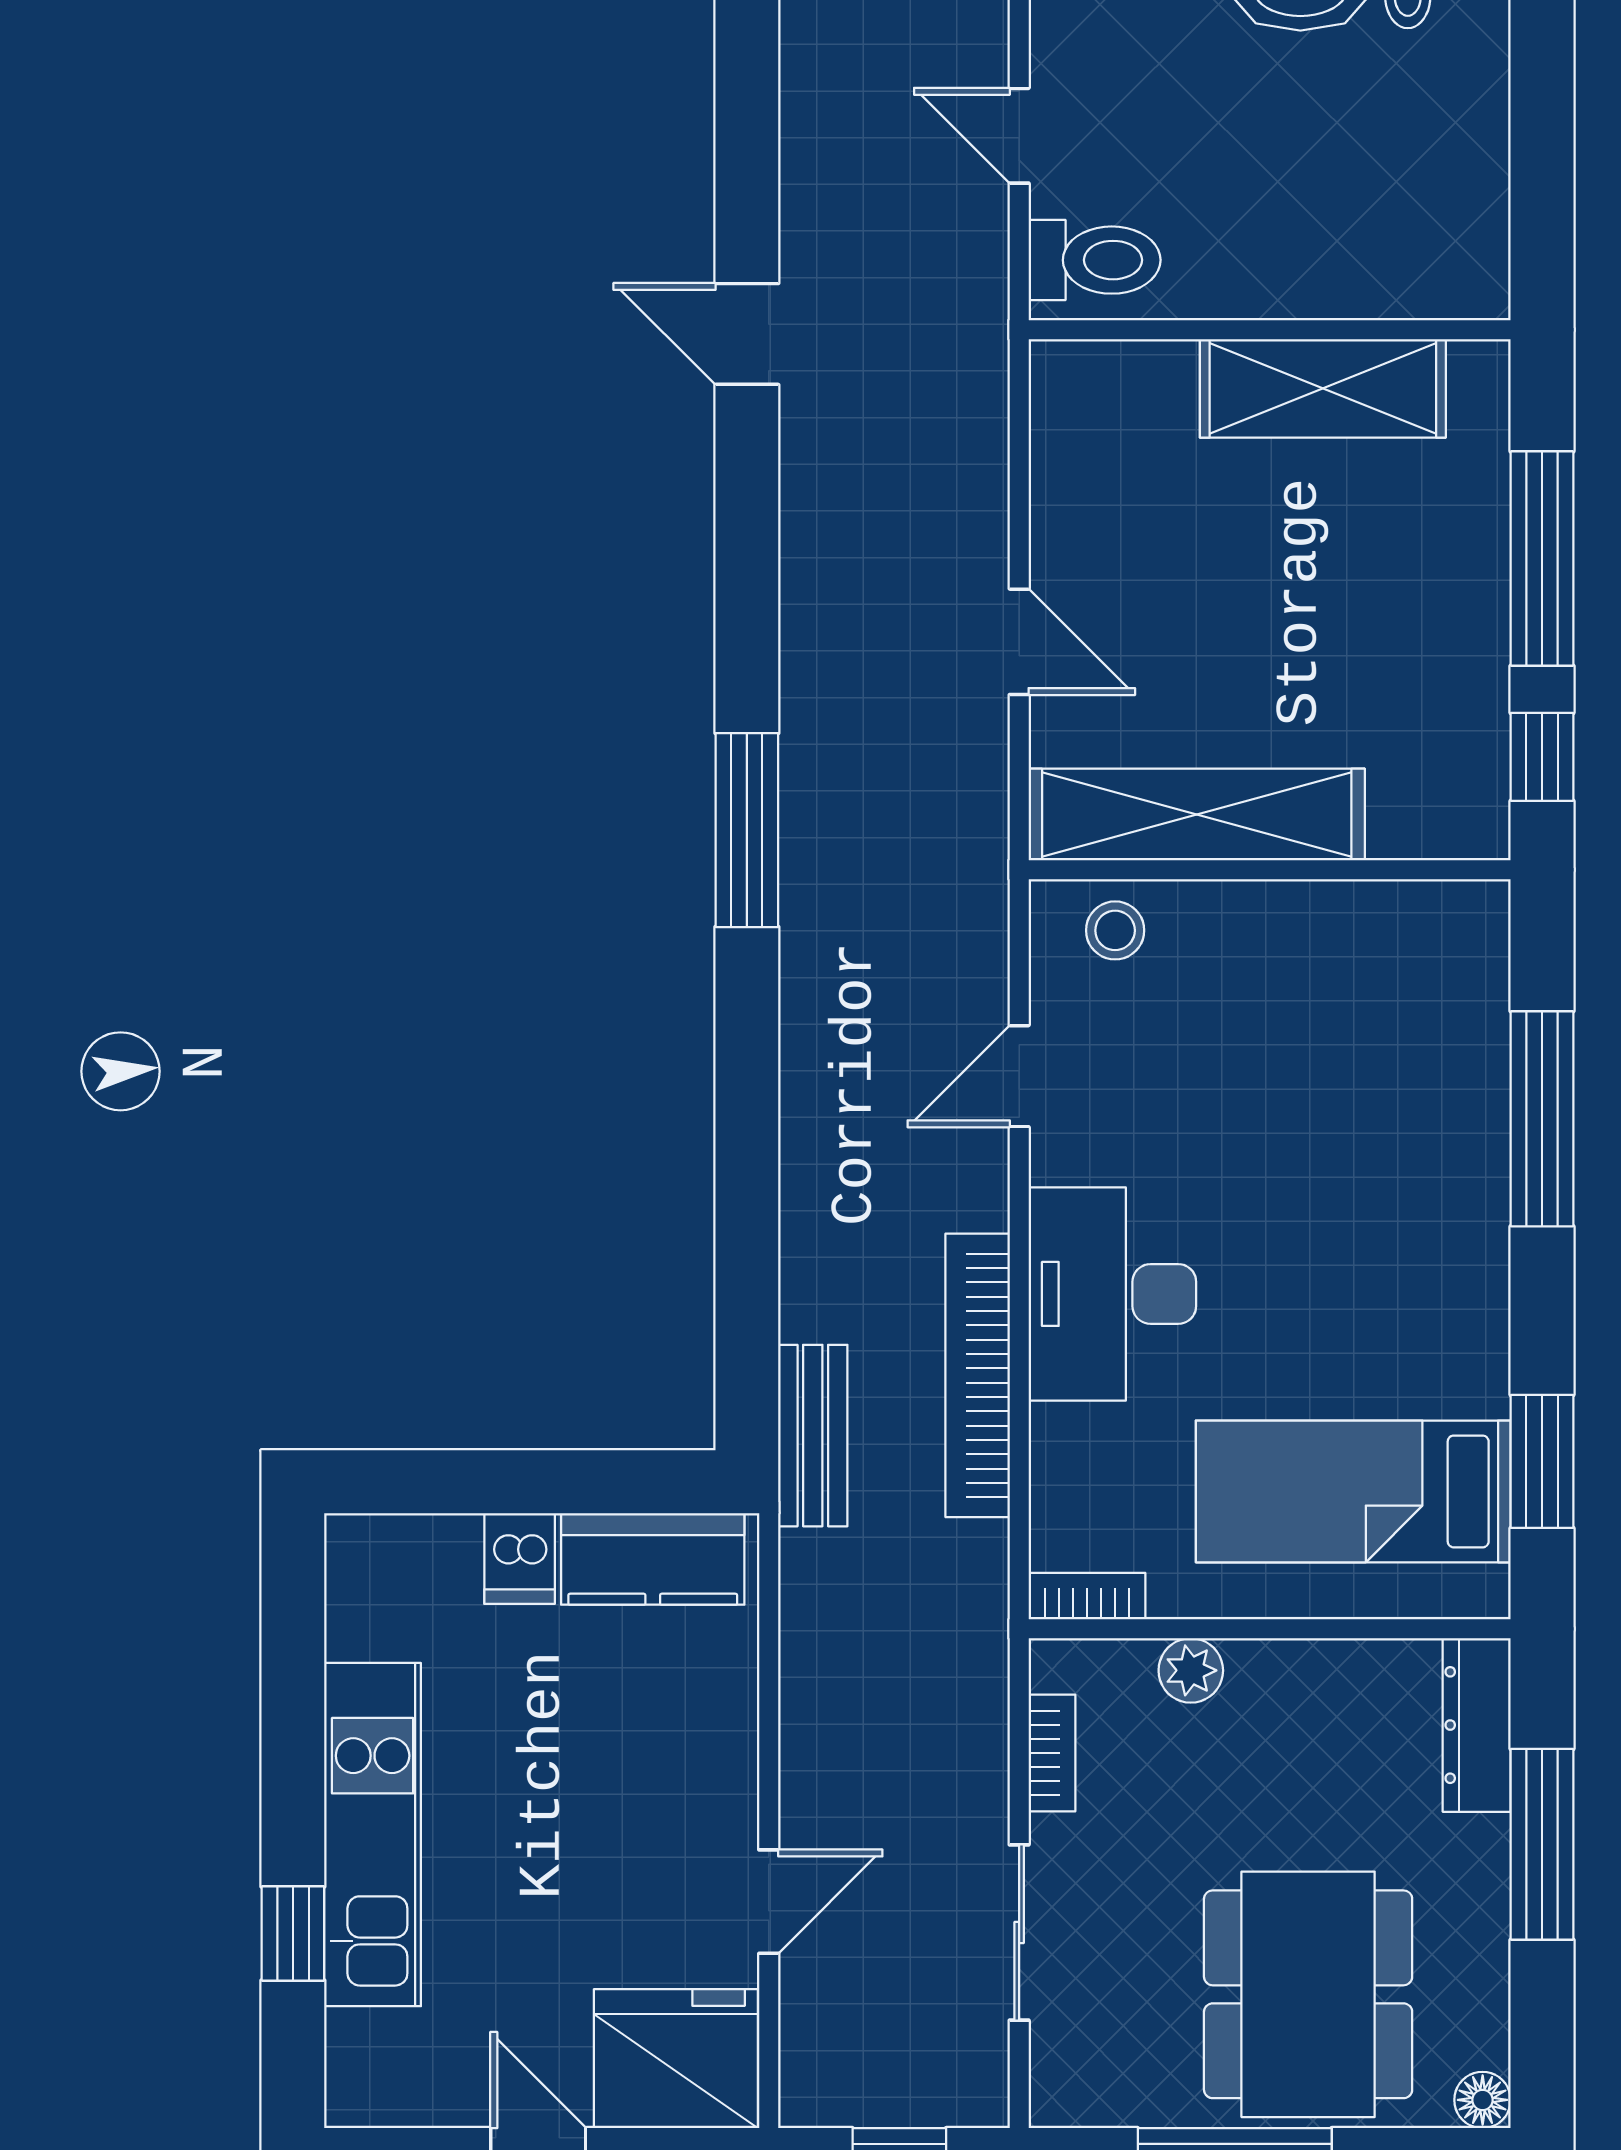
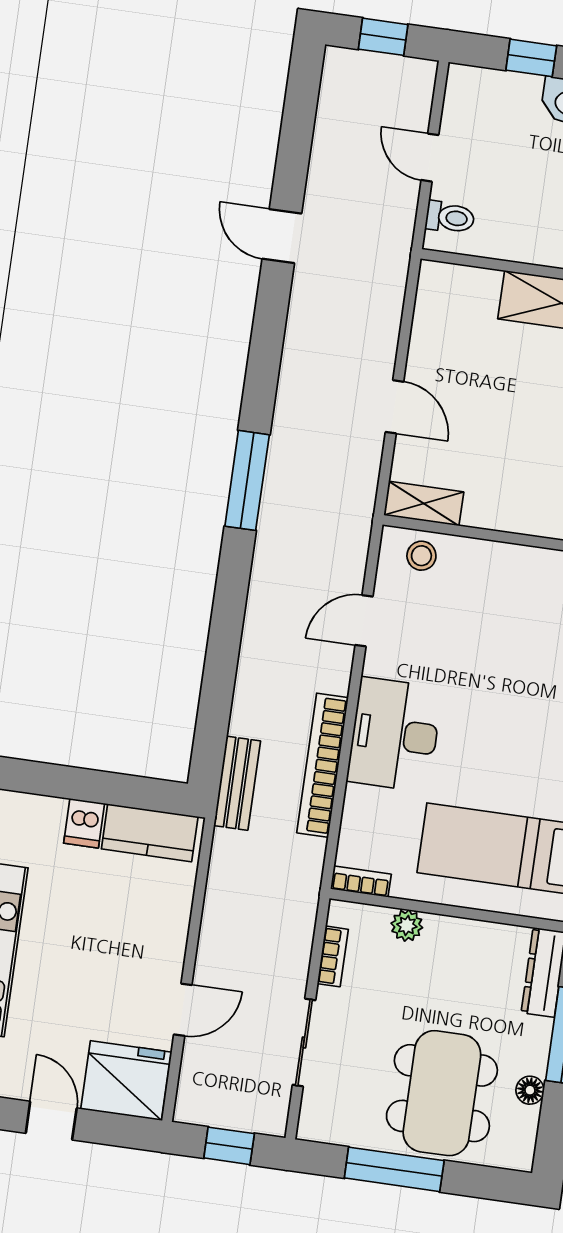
toilet: (1095, 260) -> (450, 217), width x0.73, depth x0.72
shelving: (1197, 814) -> (424, 504), width x0.45, depth x0.75
floor lamp: (1483, 2100) -> (530, 1090), moved

